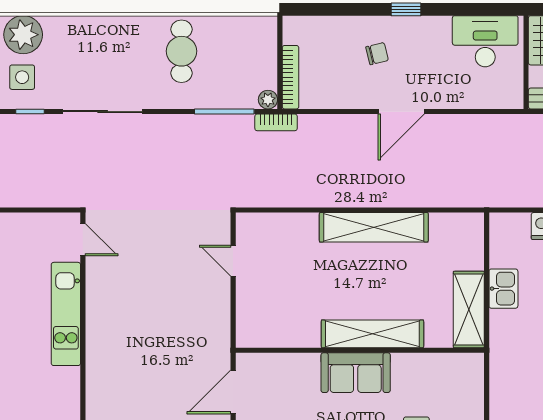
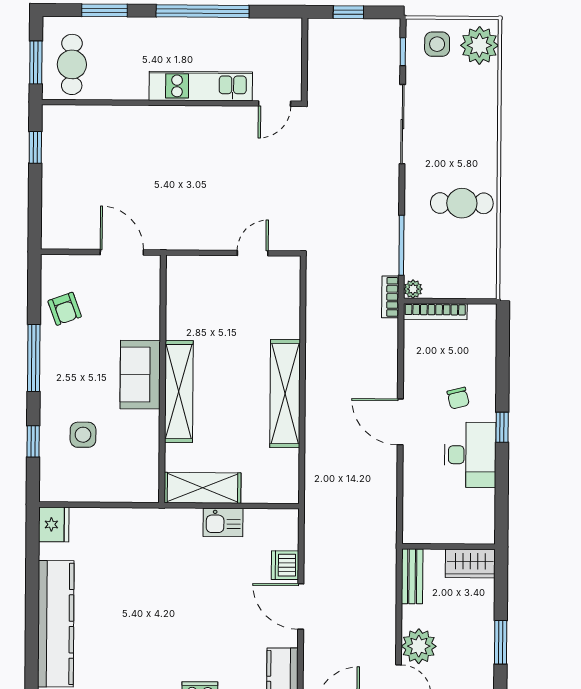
desk: (485, 41) -> (470, 455), moved

